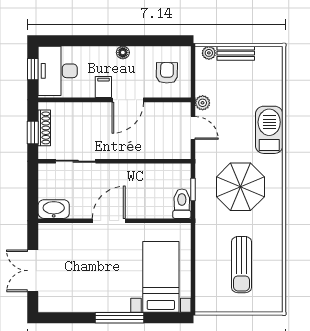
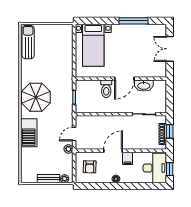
door: (193, 128) -> (74, 134), hinge flipped
parasol: (240, 187) -> (36, 97), moved
toilet: (182, 204) -> (106, 89), moved
washbasin: (54, 209) -> (144, 86), moved
sun lounger: (242, 265) -> (28, 42), moved
double door: (33, 271) -> (170, 49), swing flipped
window: (119, 318) -> (133, 21), moved

